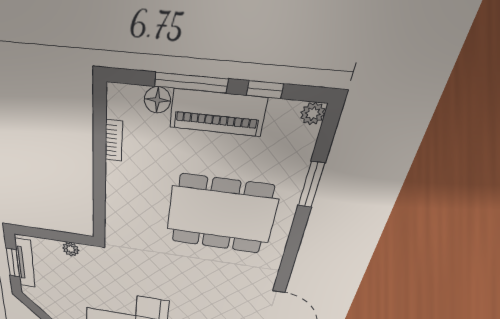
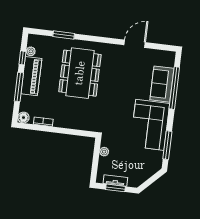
floor lamp: (157, 100) -> (23, 118), moved
plant: (313, 114) -> (31, 51), moved
tv unit: (25, 263) -> (115, 181), width x0.71

